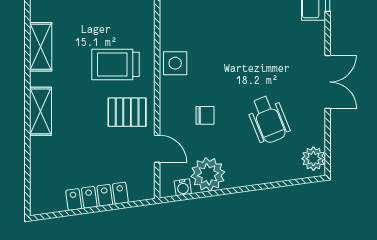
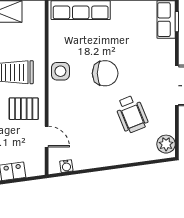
chair: (205, 115) -> (105, 73), moved, width x1.87, depth x1.87
plant: (208, 174) -> (85, 156), removed

